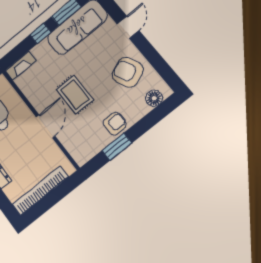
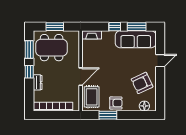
armchair: (128, 72) -> (142, 83), turned -91
rug: (75, 95) -> (92, 97), moved

